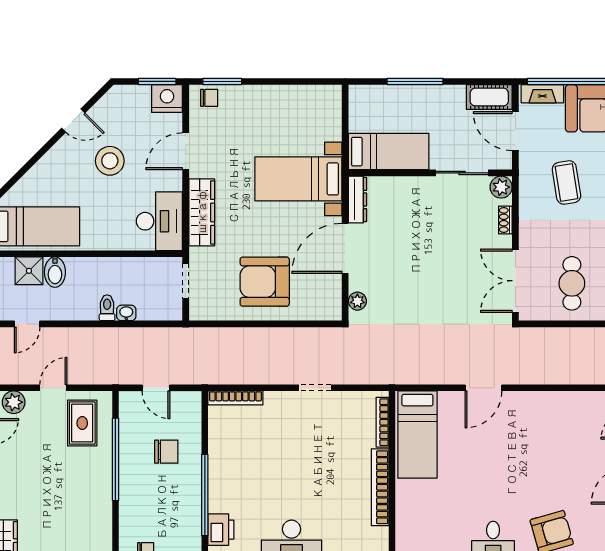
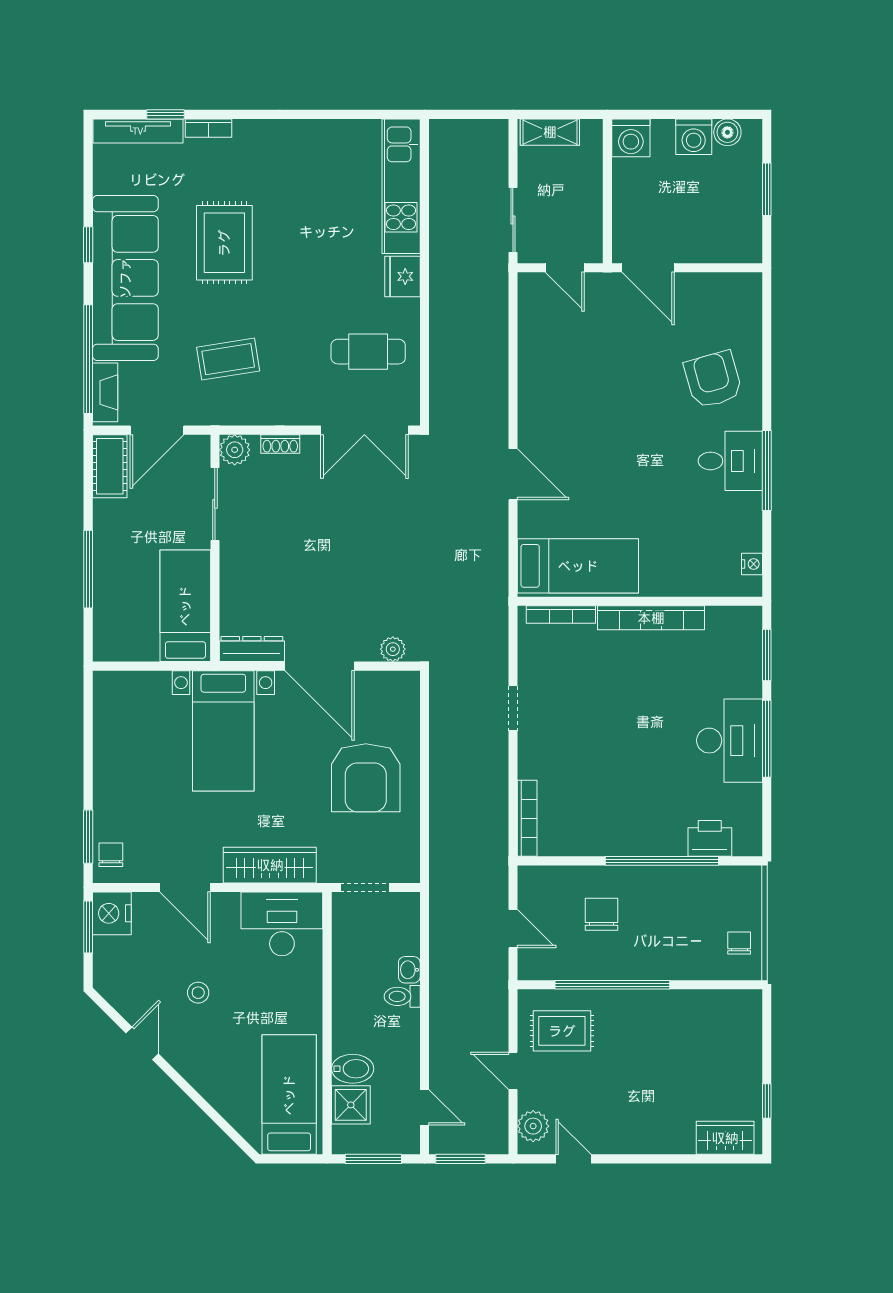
stool: (110, 161) -> (198, 993), width x0.53, depth x0.53
door: (156, 388) -> (513, 929), hinge flipped

